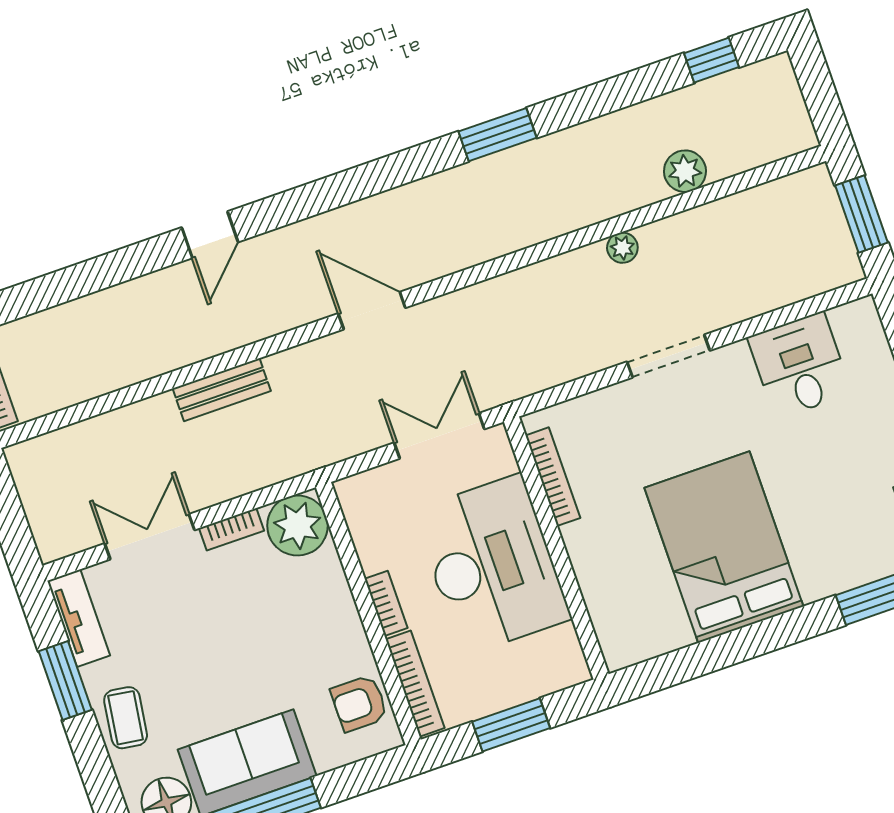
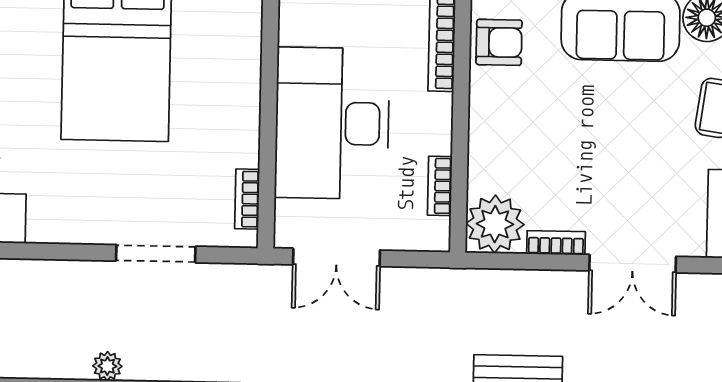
doorway: (668, 356) -> (156, 254), moved
bookcase: (553, 477) -> (247, 199), width x0.64
bookcase: (386, 603) -> (440, 186), moved

